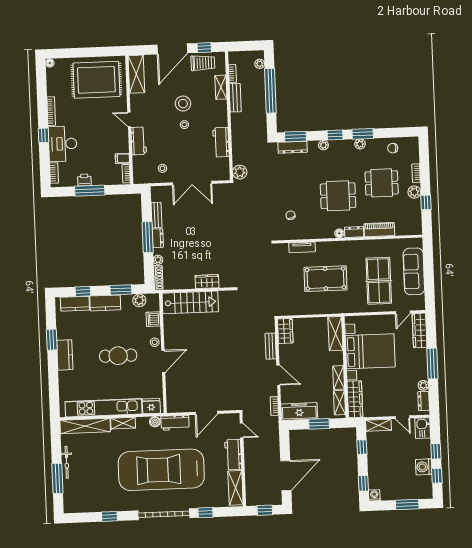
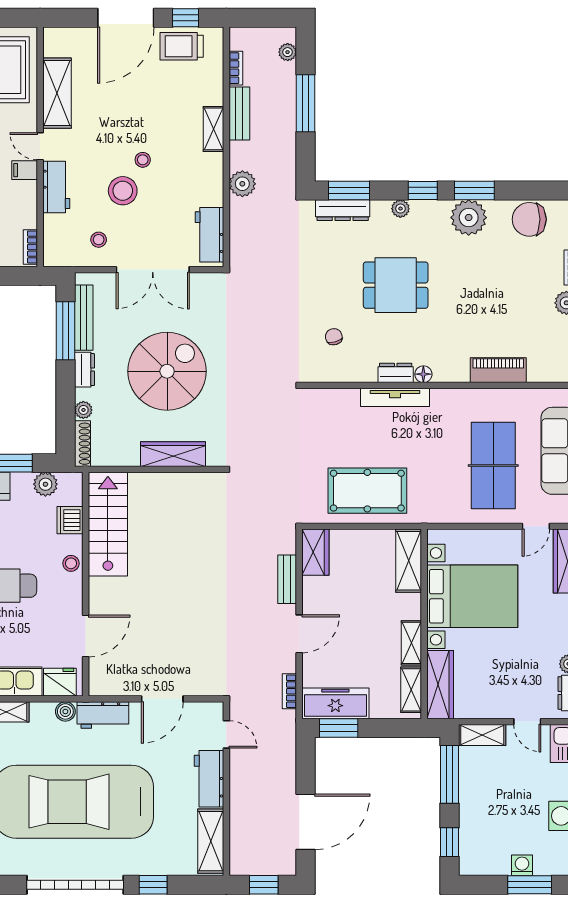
trolley: (203, 63) -> (182, 46), turned 180
shelving: (136, 74) -> (57, 93), moved
shelving: (221, 87) -> (214, 129), moved
window: (270, 91) -> (305, 103), width x0.68
stool: (183, 104) -> (123, 191), moved
workbench: (221, 142) -> (210, 235), moved
plant: (360, 144) -> (469, 218), width x1.88, depth x1.88
chair: (393, 148) -> (529, 219), width x1.87, depth x1.87
filing cabinet: (122, 158) -> (25, 170), moved
plant: (240, 172) -> (242, 184), moved
dining table: (382, 183) -> (506, 283), removed
dining table: (338, 196) -> (396, 285), moved
bench: (156, 215) -> (84, 318), width x1.36
dresser: (354, 232) -> (396, 373), moved
window: (148, 237) -> (66, 331), moved
spiral stairs: (202, 237) -> (167, 371), added
tv unit: (302, 247) -> (395, 397), moved, width x1.41
pool table: (325, 279) -> (367, 491), moved
wardrobe: (207, 282) -> (173, 454), width x1.50
stairs: (190, 302) -> (108, 524), moved, turned -90
door: (163, 361) -> (86, 636), moved
door: (278, 375) -> (299, 634), hinge flipped
window: (319, 424) -> (339, 728), moved
window: (362, 447) -> (450, 774), width x2.17
washing machine: (374, 495) -> (522, 865), moved

